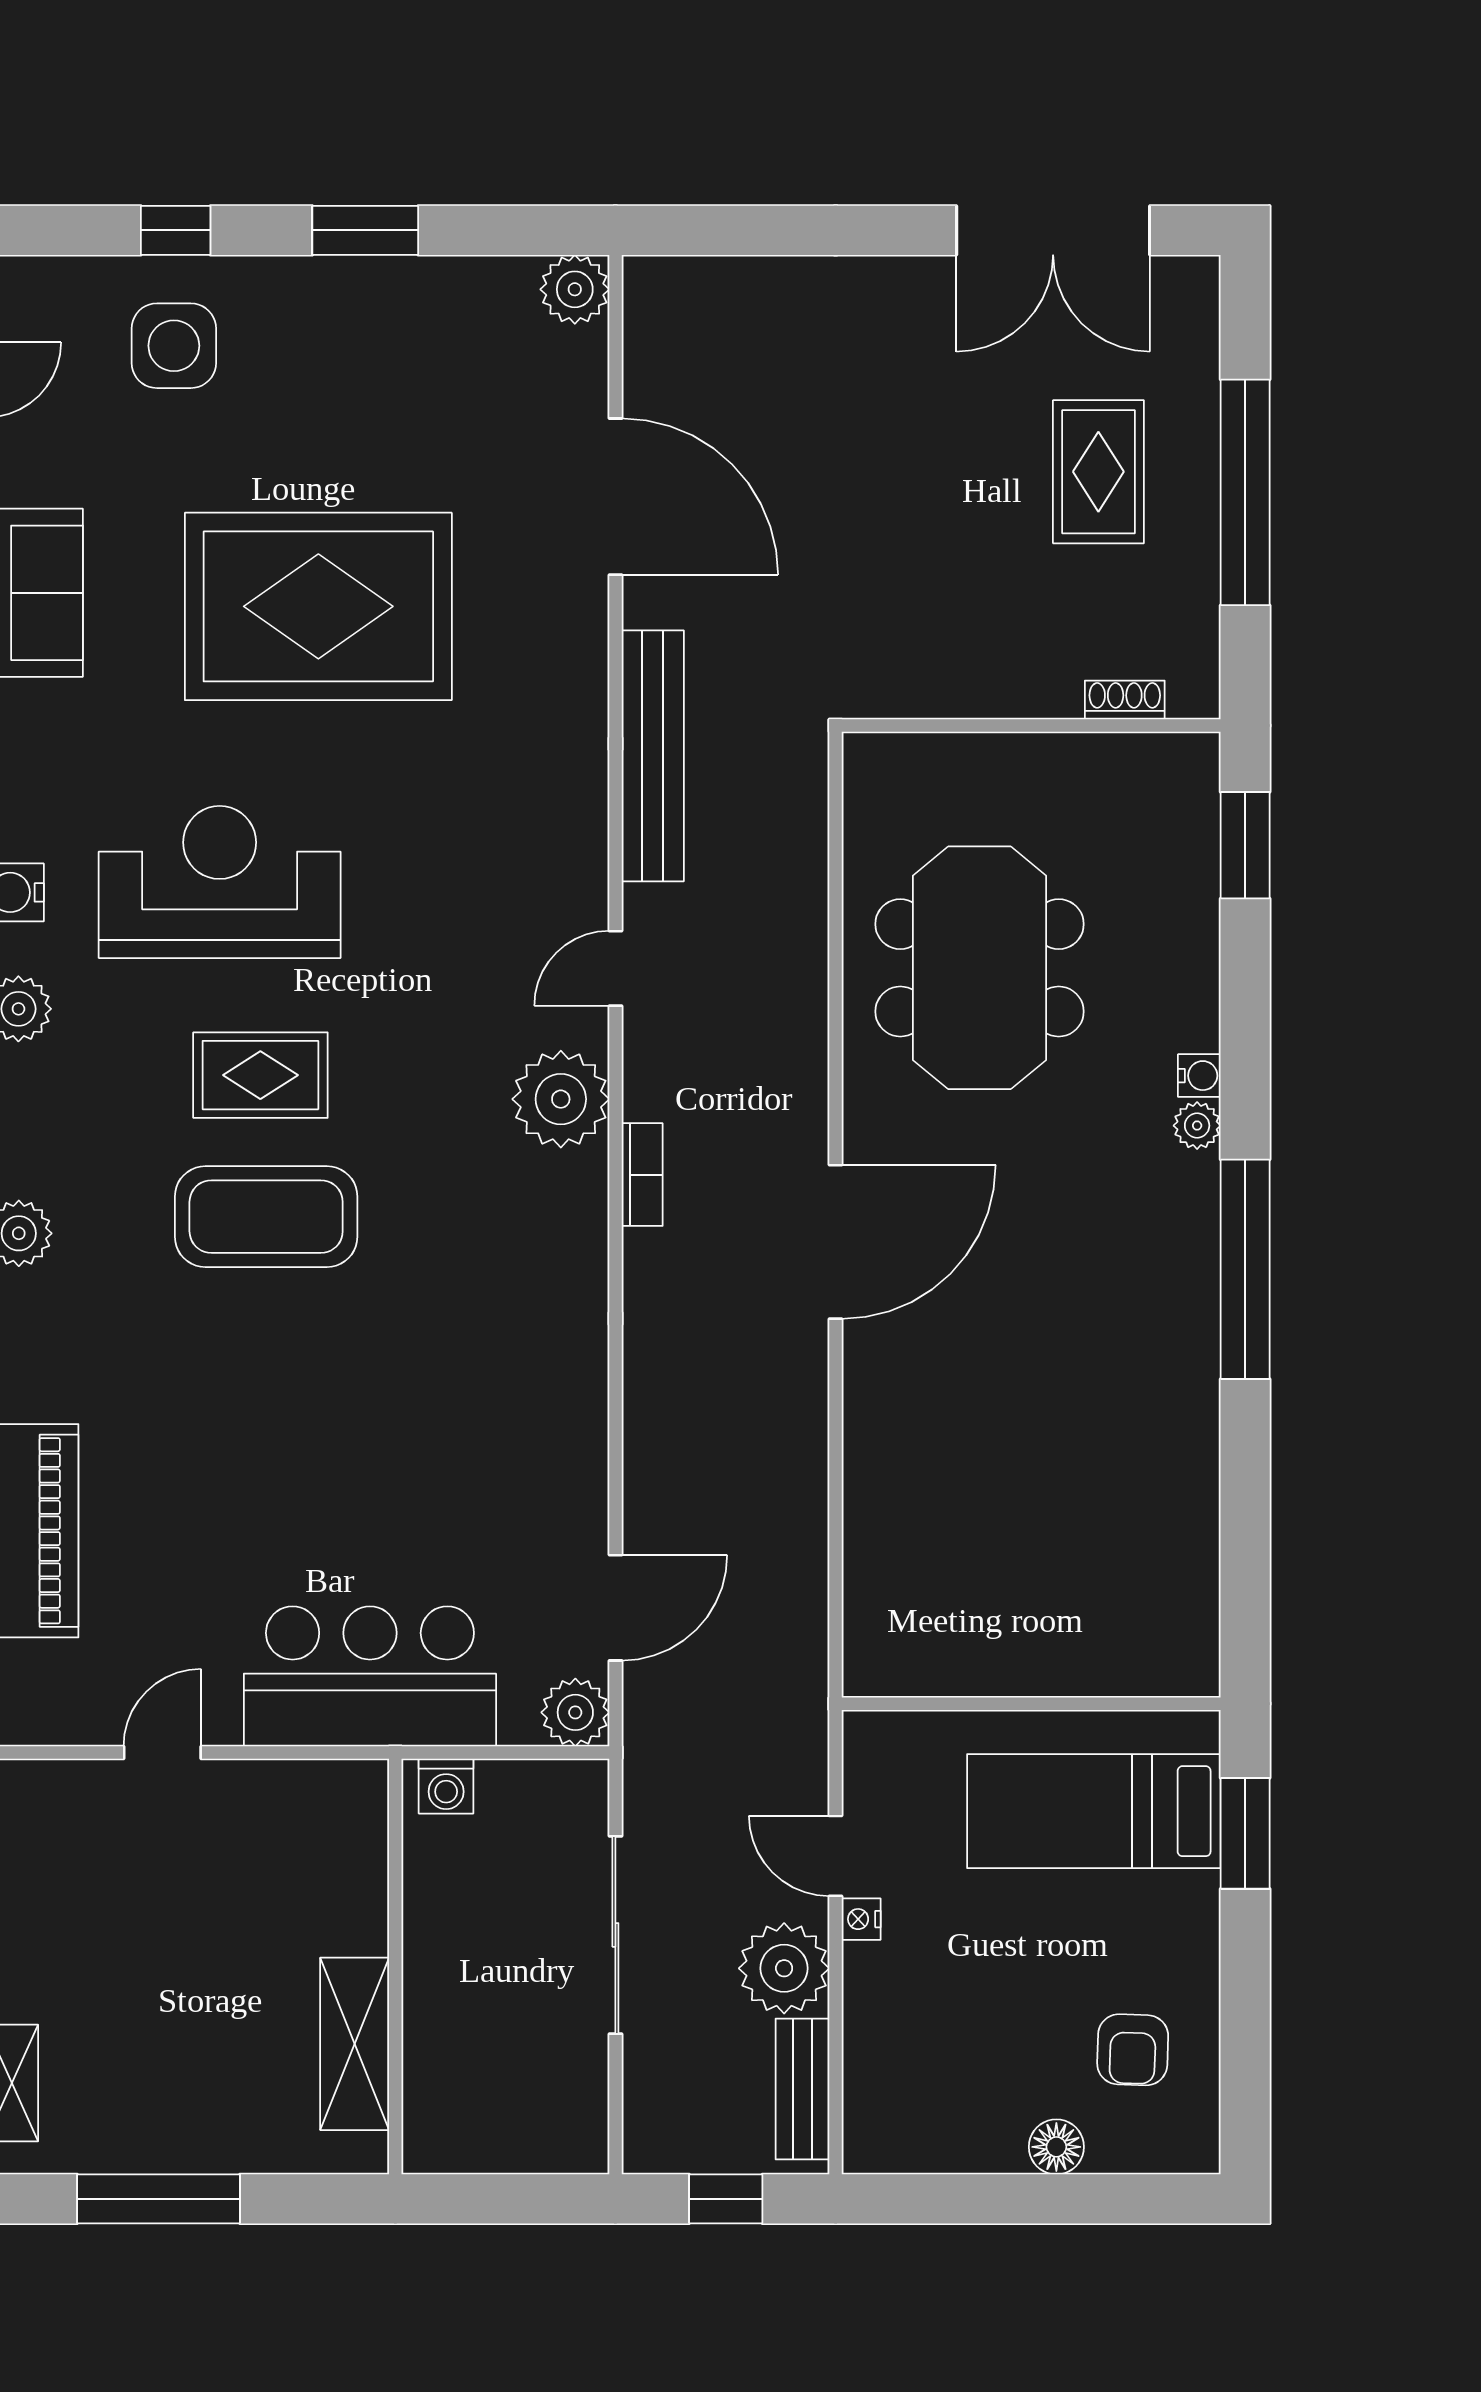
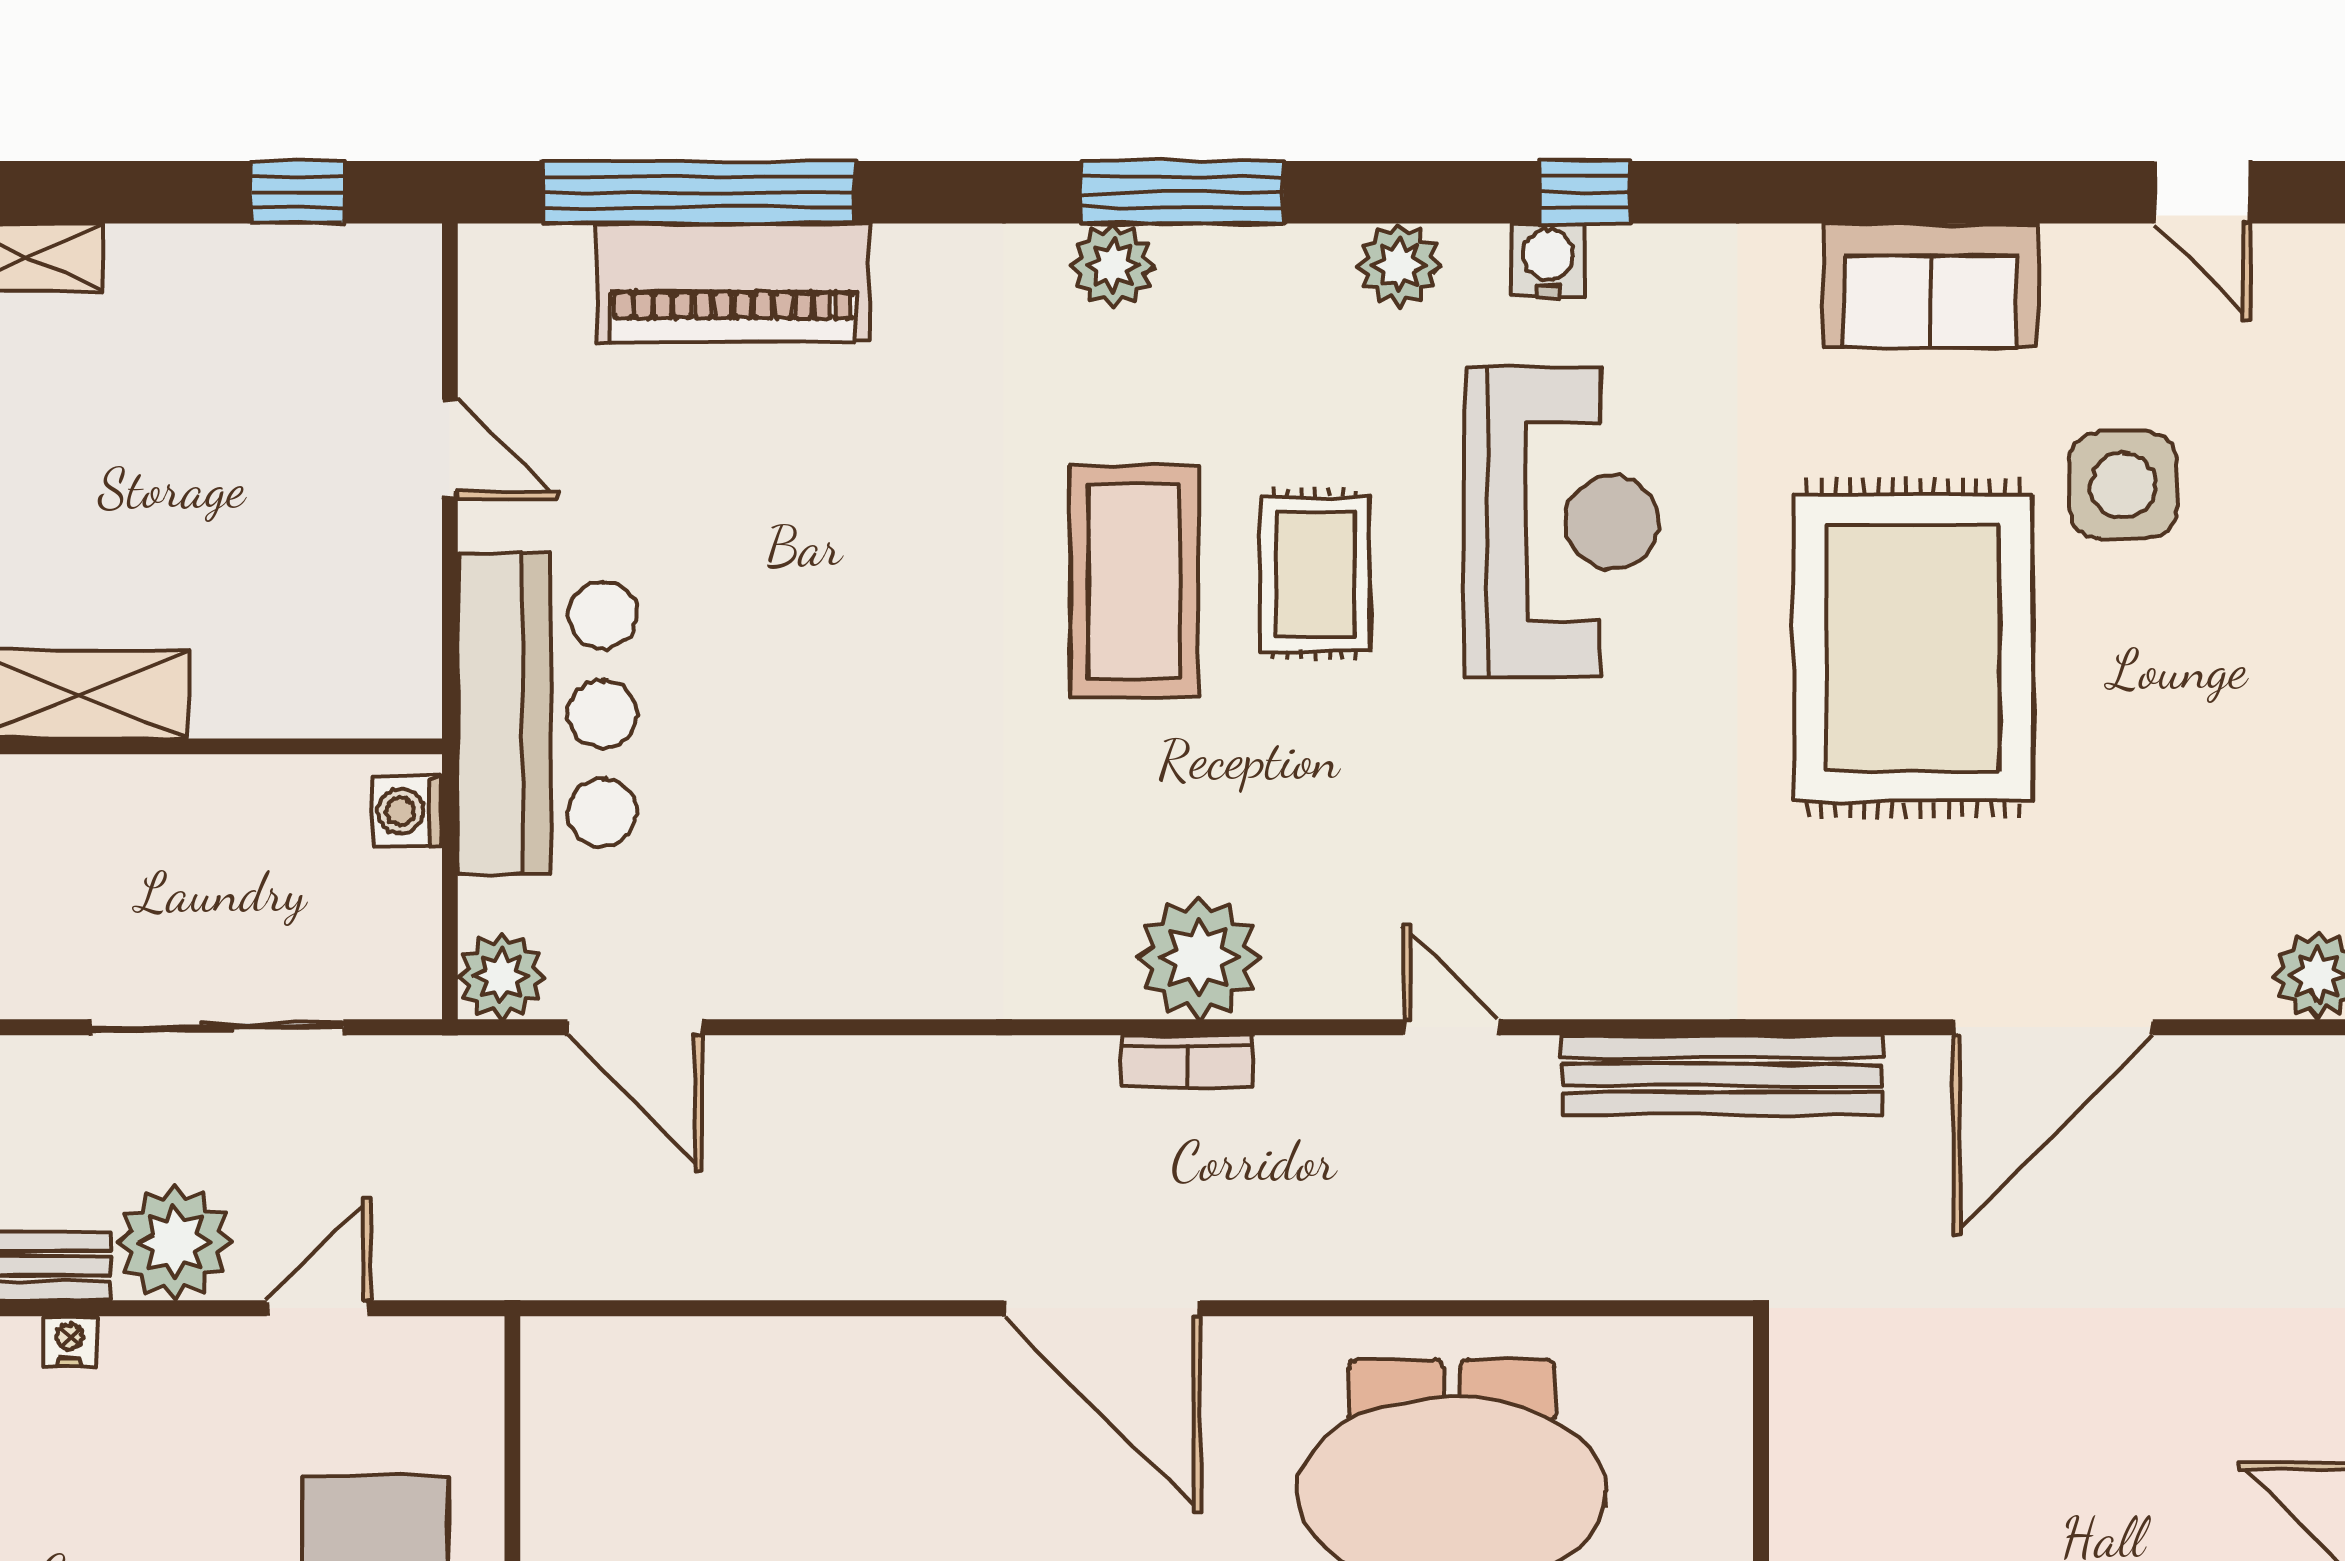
side table: (174, 346) -> (2123, 485), moved
plant: (561, 1099) -> (1199, 957), moved
nightstand: (861, 1919) -> (69, 1341), moved

